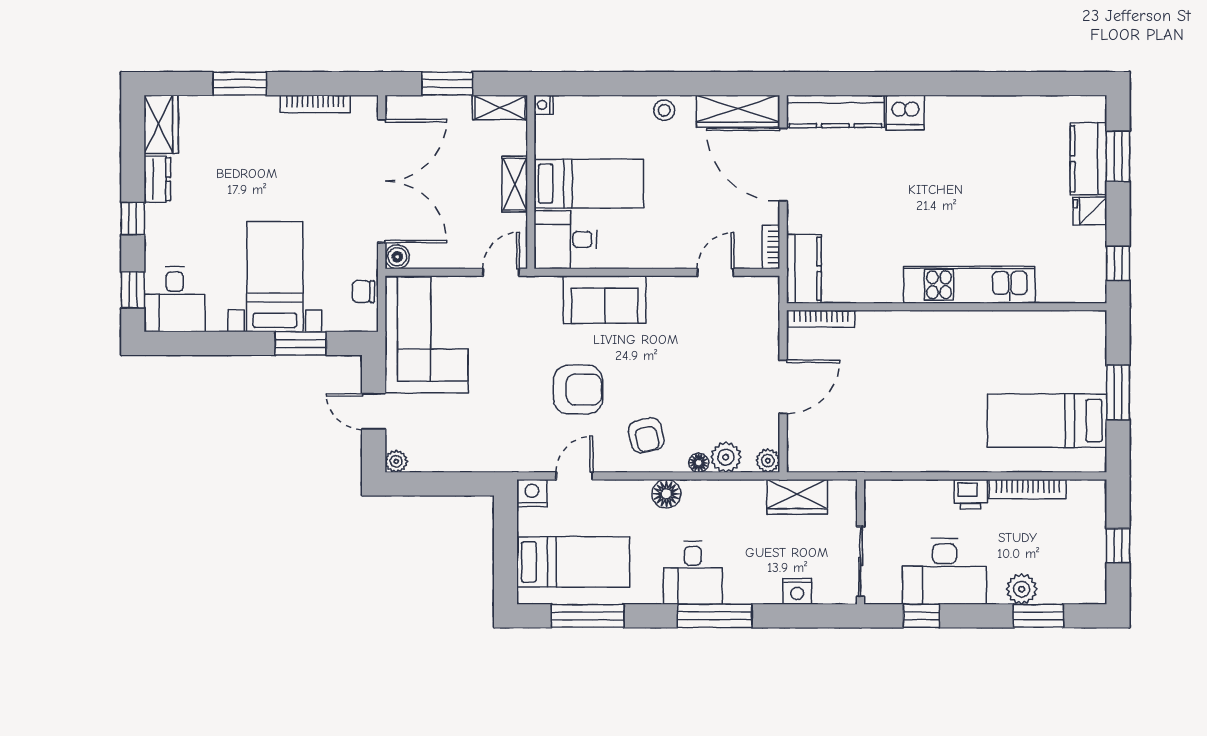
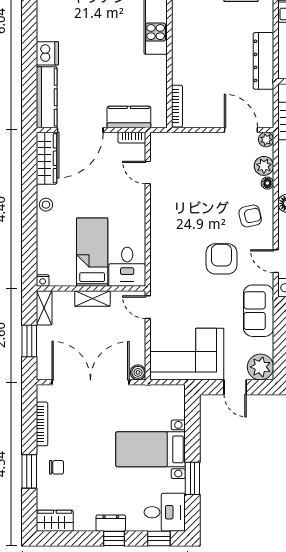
dresser: (157, 179) -> (111, 523), moved
kitchen counter: (804, 269) -> (129, 117), moved
chair: (363, 292) -> (56, 467), moved, turned -90
sofa: (605, 300) -> (259, 311), moved, turned 180
window: (301, 343) -> (192, 478), moved
door: (783, 387) -> (241, 130), moved
door: (374, 411) -> (235, 387), hinge flipped
dresser: (893, 456) -> (263, 61), added
plant: (396, 461) -> (260, 367), width x1.88, depth x1.88

